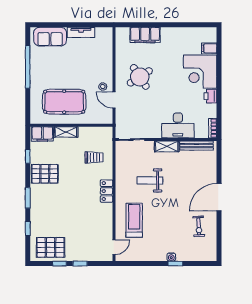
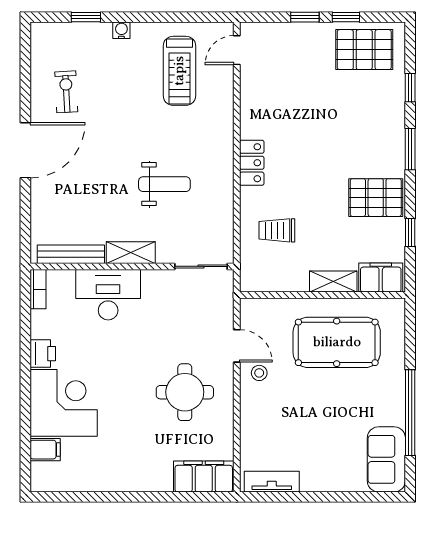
tv unit: (81, 32) -> (272, 482), moved
filing cabinet: (145, 35) -> (204, 476), moved
sofa: (50, 37) -> (386, 459), moved, turned -90
round table: (140, 77) -> (185, 392), turned 33
treadmill: (134, 220) -> (179, 71), moved
window: (175, 264) -> (86, 17), moved

